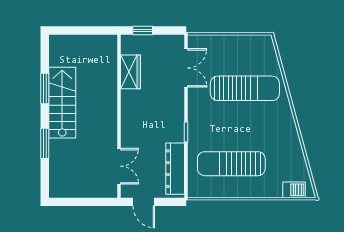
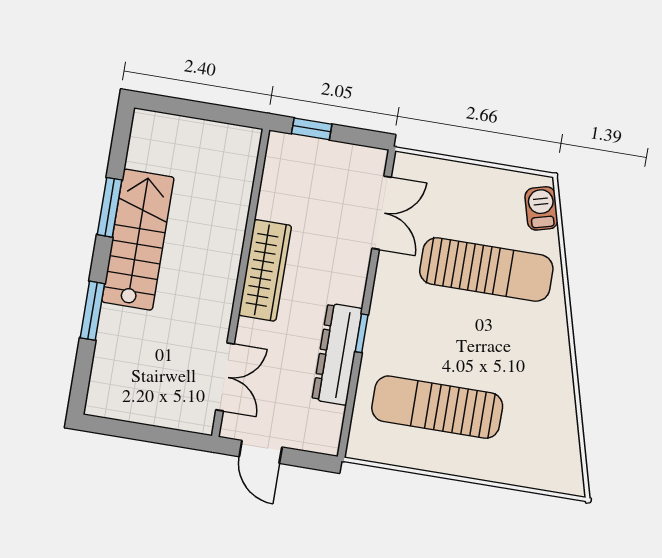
wardrobe: (131, 72) -> (265, 270), moved, width x1.50
dresser: (175, 169) -> (337, 354), moved
barbecue: (294, 190) -> (541, 208), moved, turned -105

